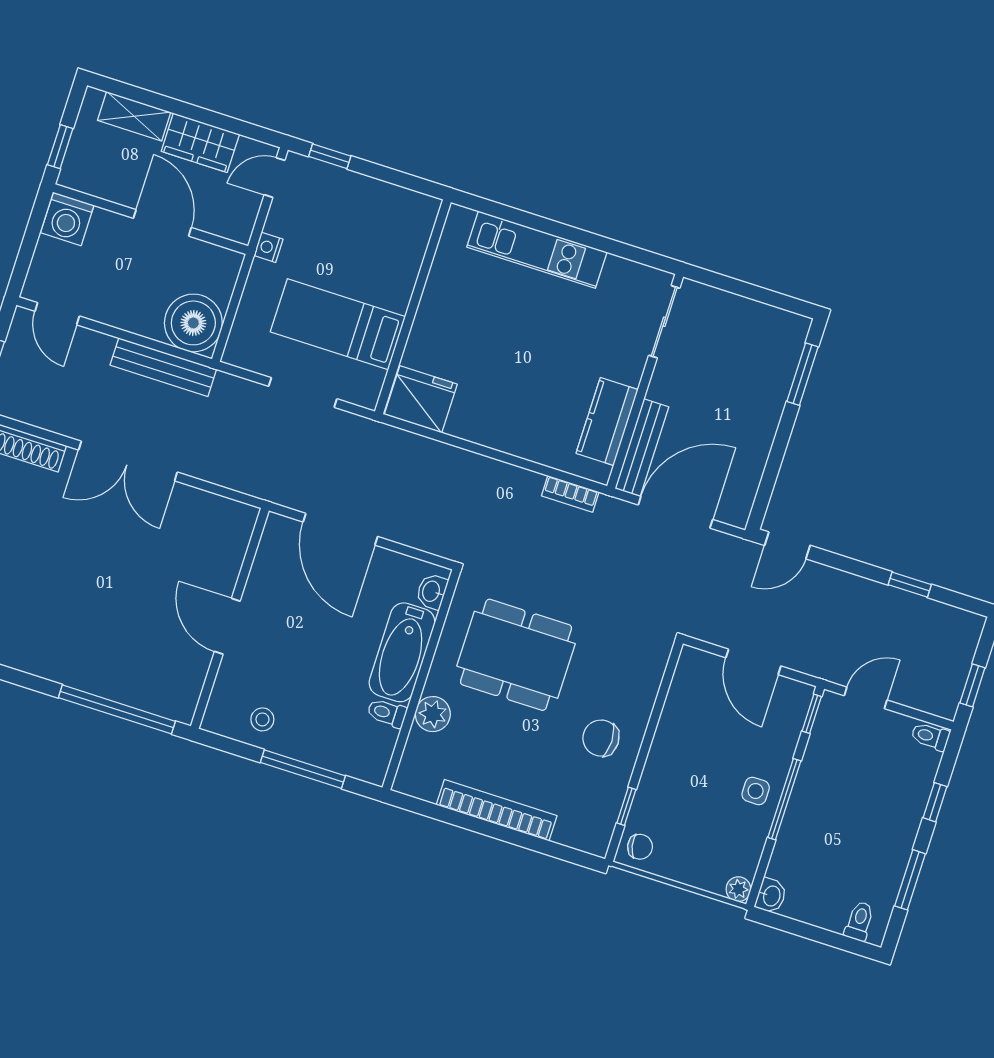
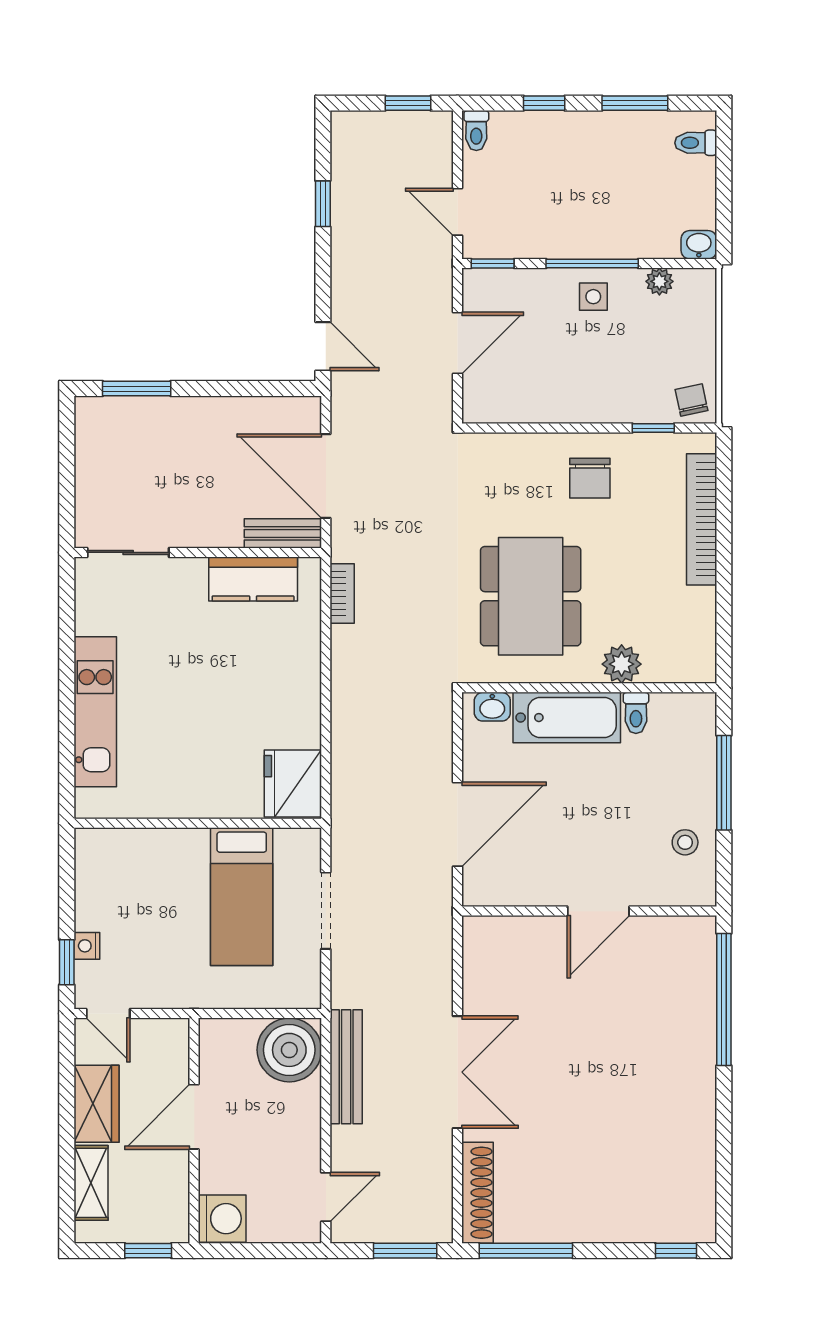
nightstand: (268, 247) -> (87, 946), moved, turned 90
bench: (642, 448) -> (283, 533), width x0.73
bookcase: (497, 810) -> (702, 519), moved
plant: (738, 889) -> (659, 281), moved

